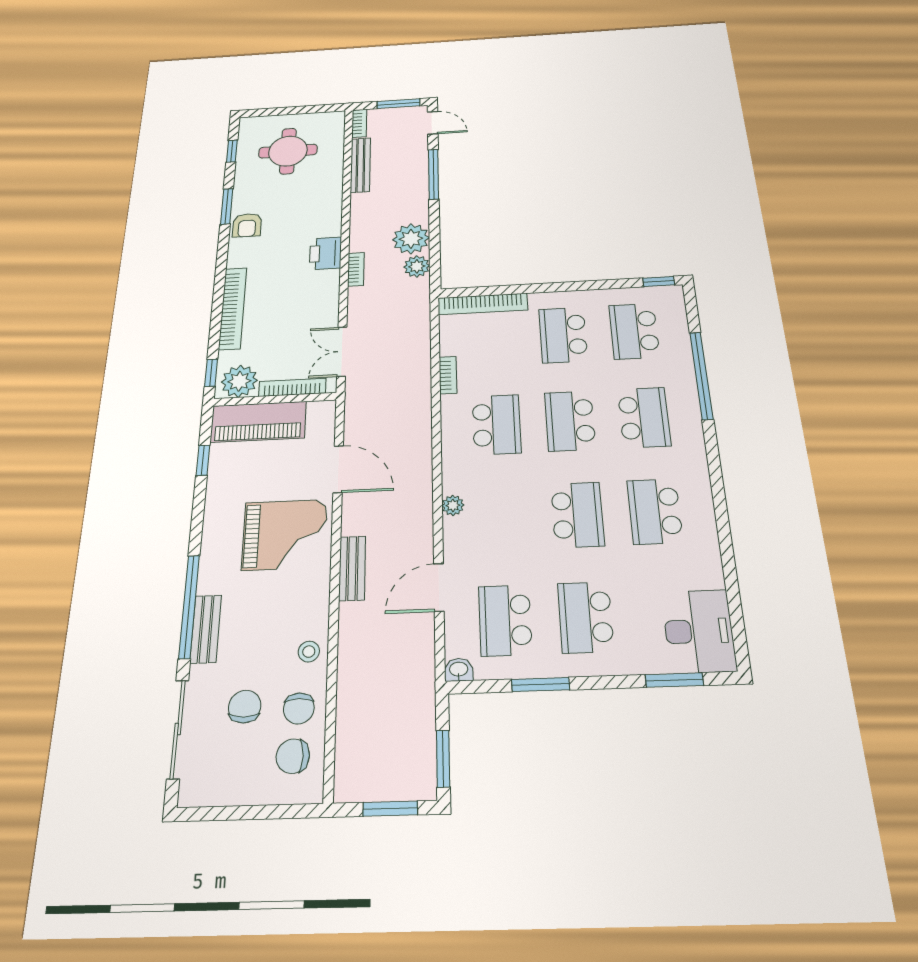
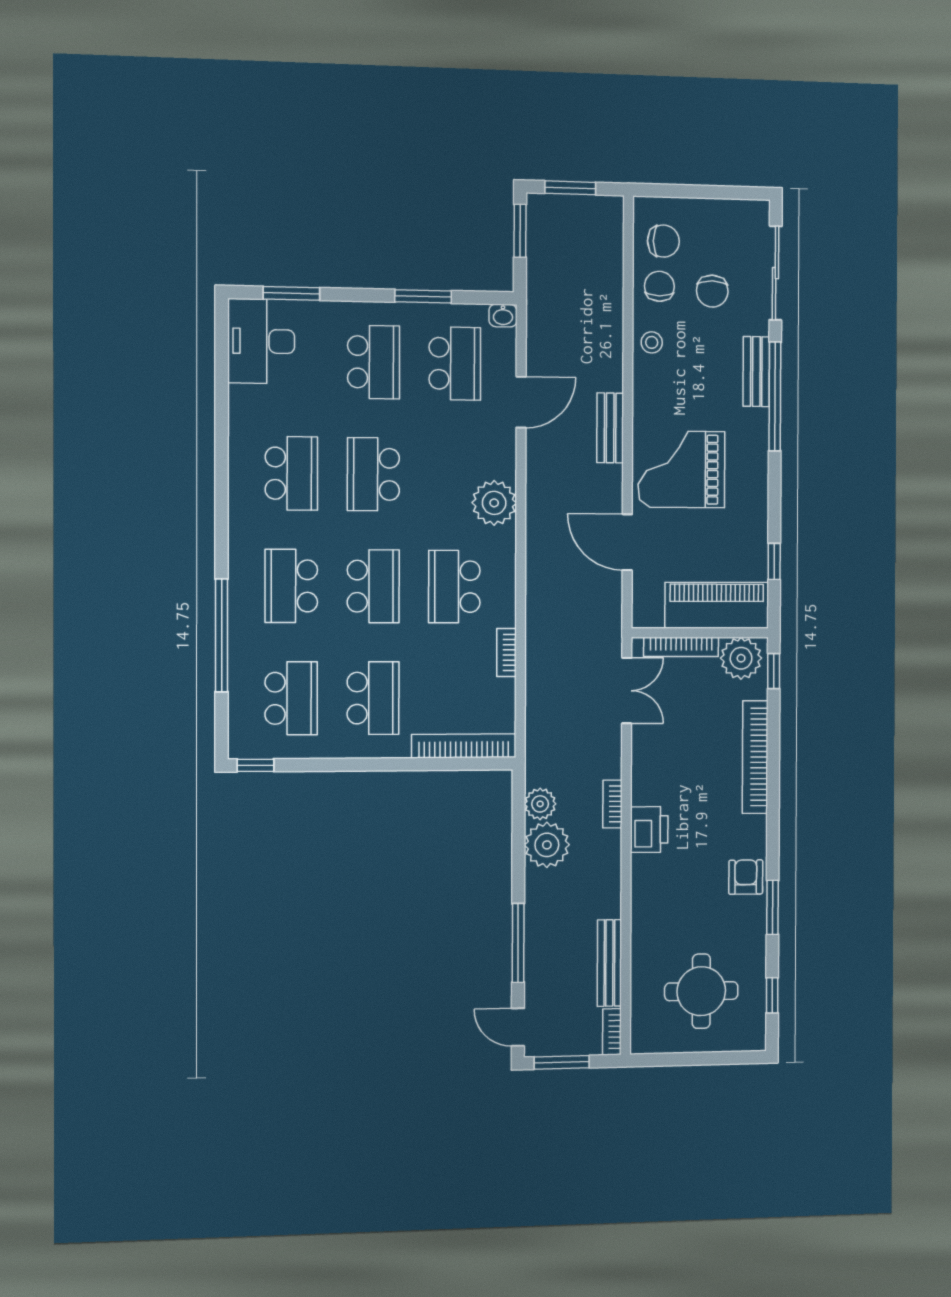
plant: (453, 505) -> (494, 503), width x1.88, depth x1.88

